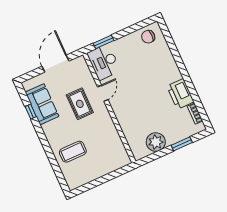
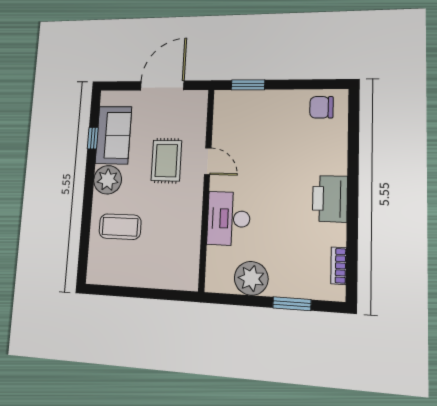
desk: (104, 62) -> (229, 219), moved
door: (103, 93) -> (208, 161), hinge flipped
printer: (180, 94) -> (330, 199), moved
plant: (52, 130) -> (108, 180), added

